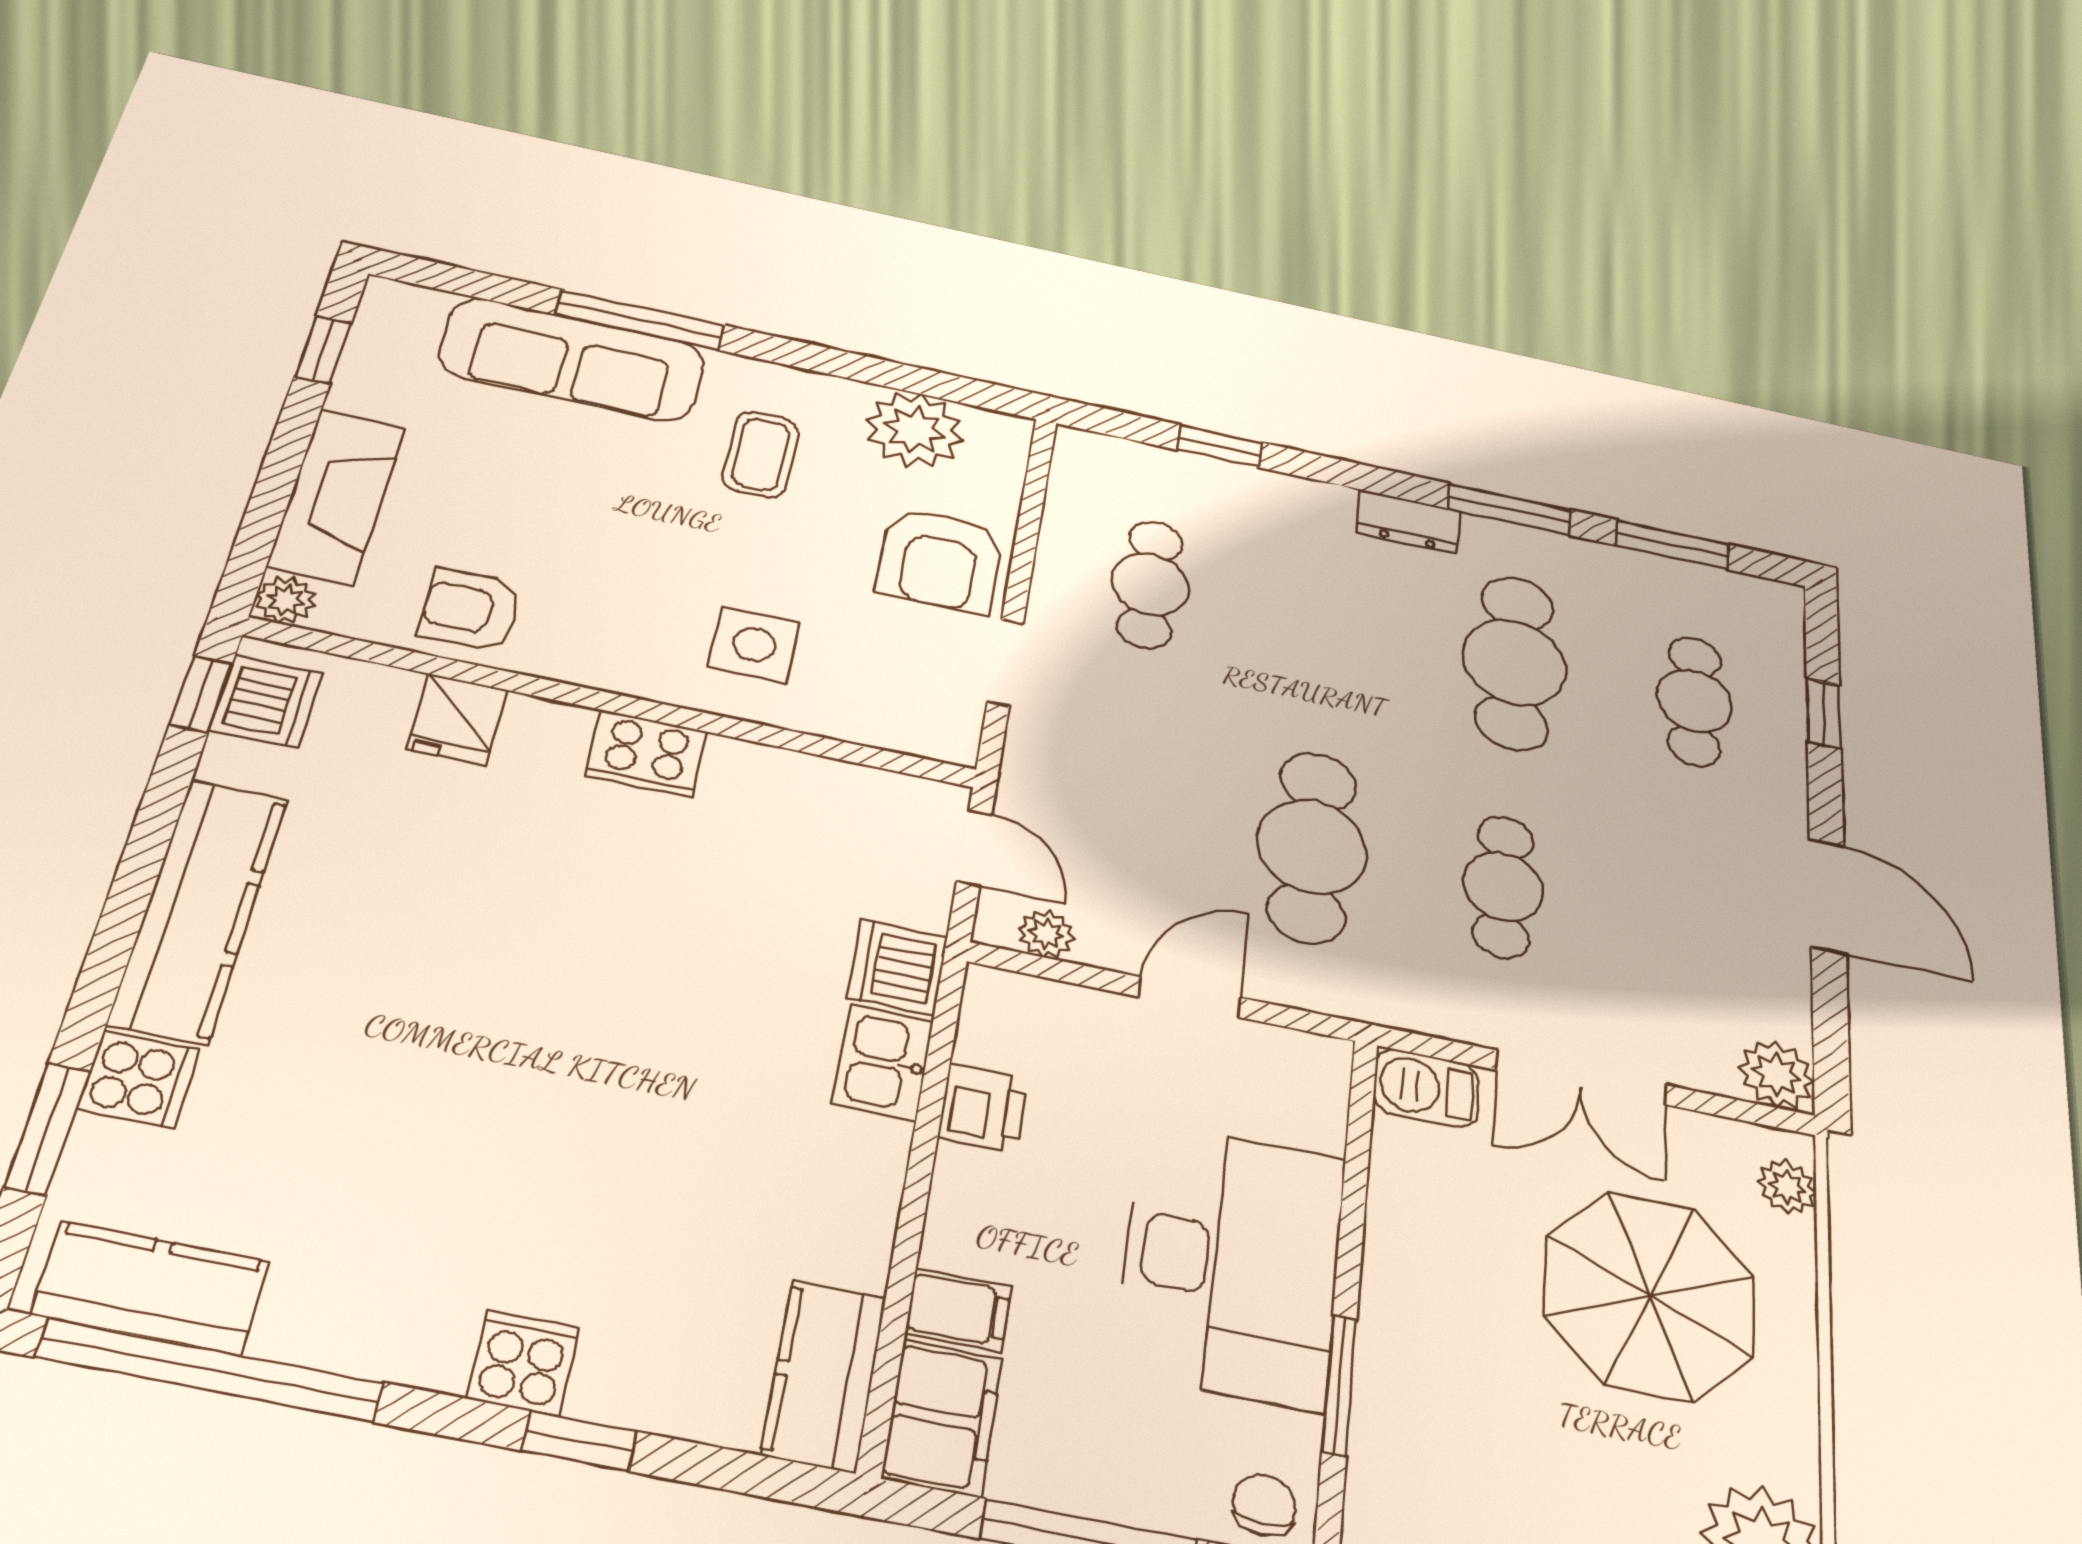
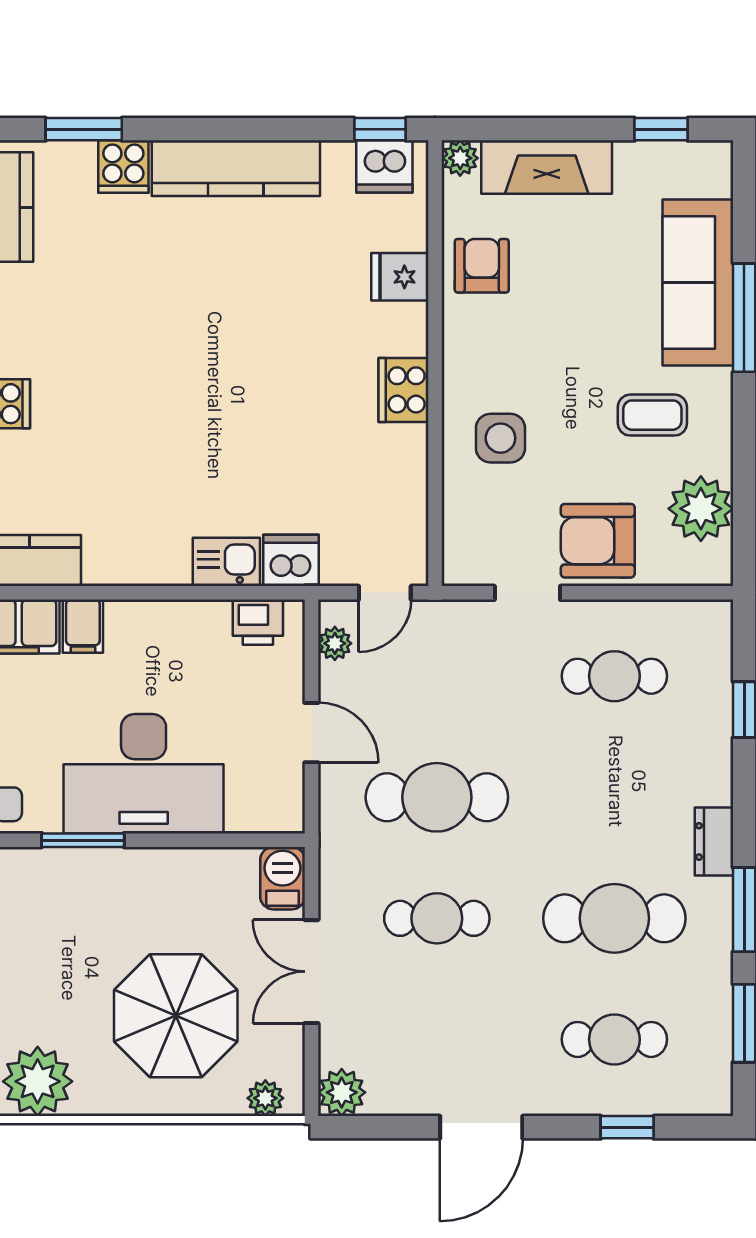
printer: (983, 1108) -> (258, 622), moved

